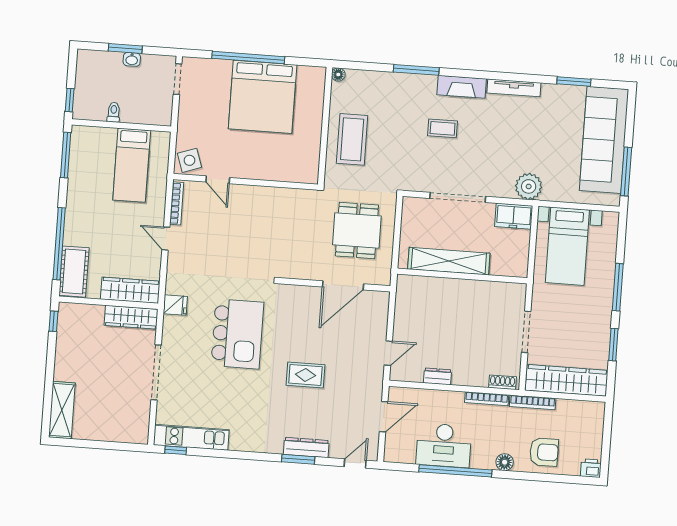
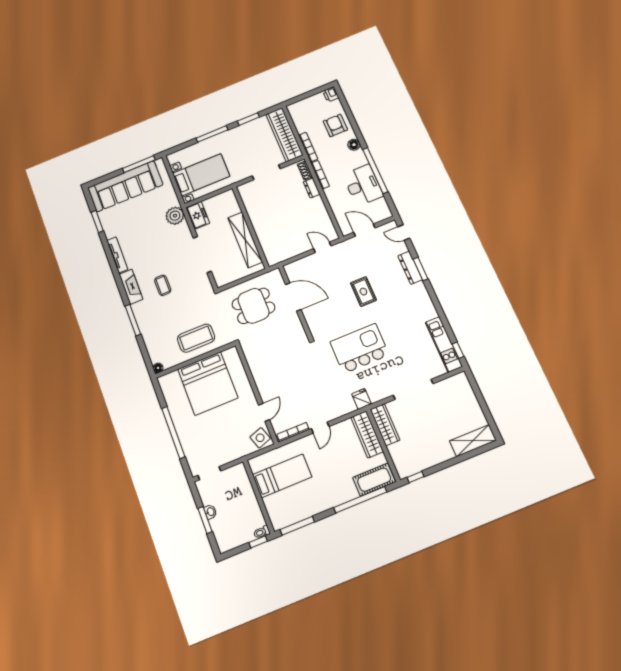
bed: (263, 97) -> (208, 383), moved, turned 90
toilet: (114, 112) -> (262, 532), moved
dresser: (437, 376) -> (312, 188), moved

